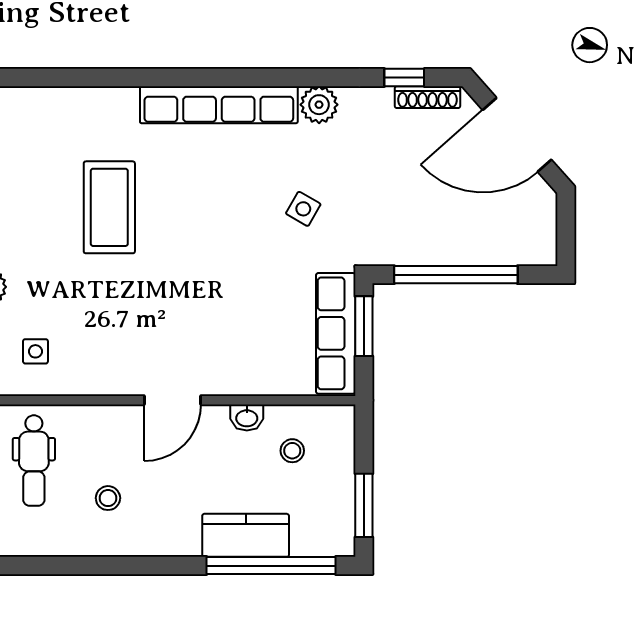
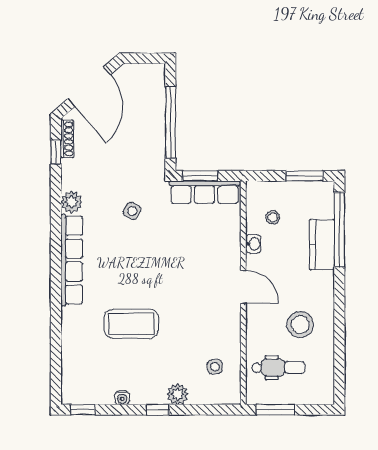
stool: (108, 498) -> (300, 325), width x1.89, depth x1.89

